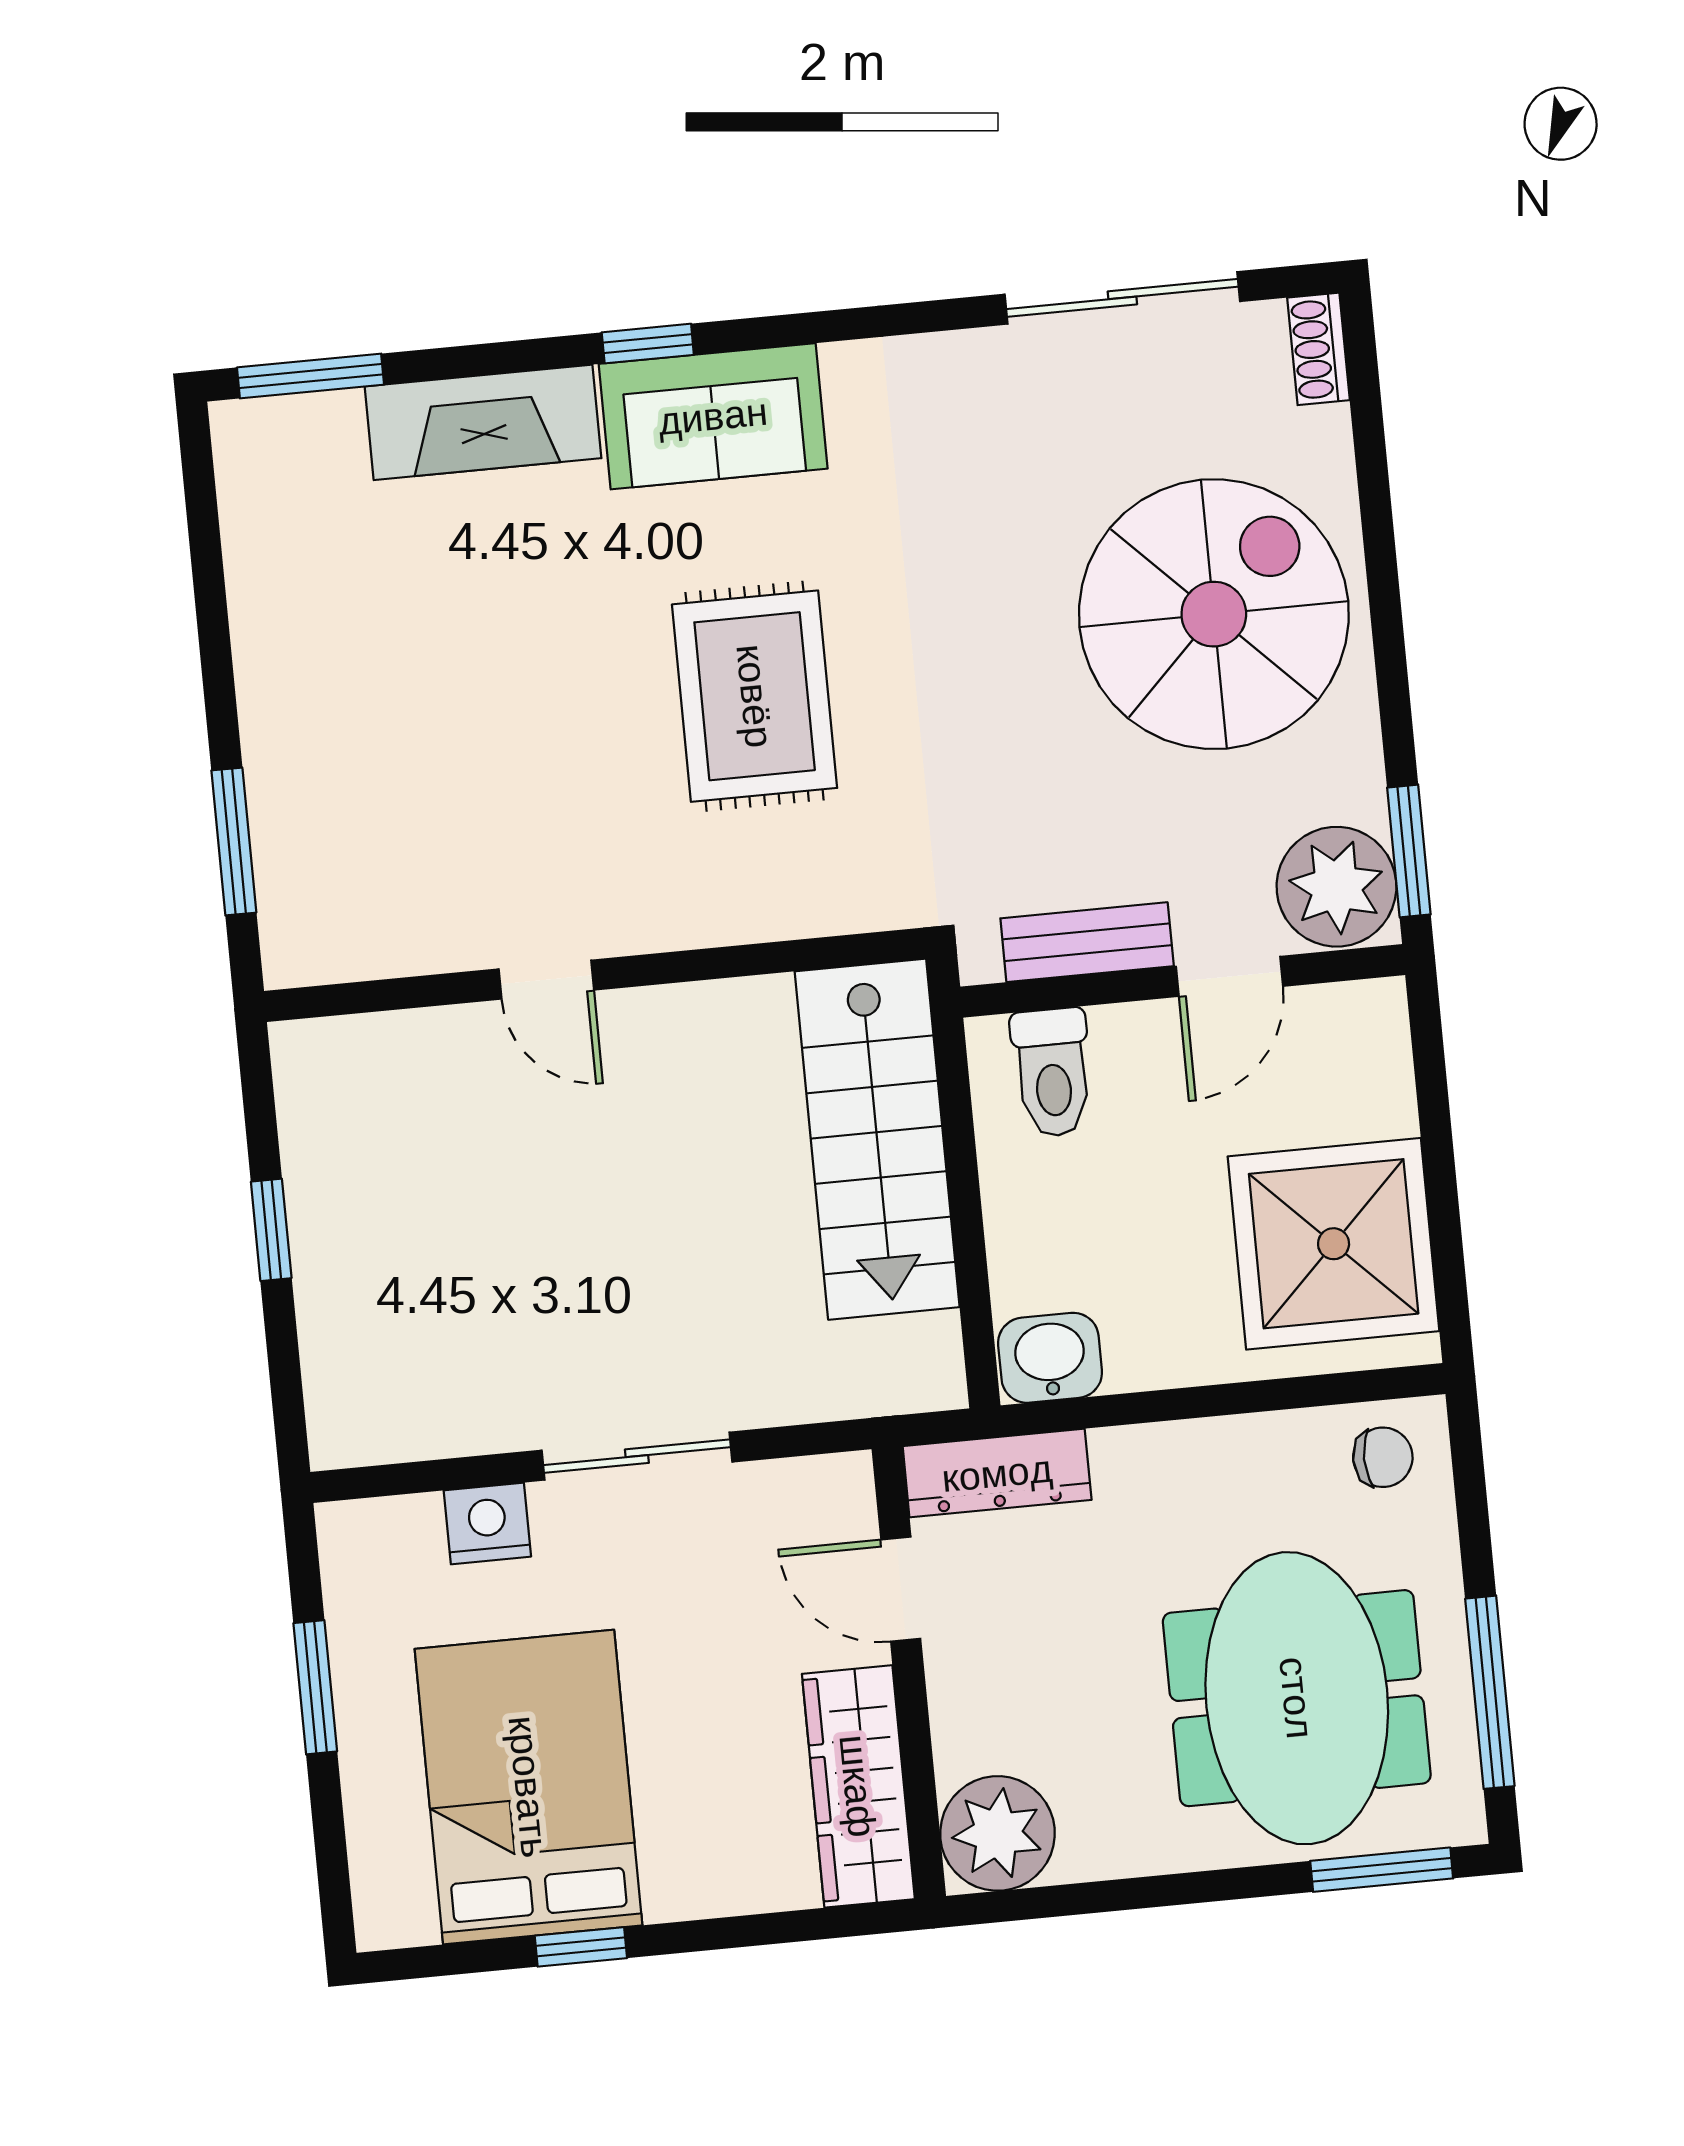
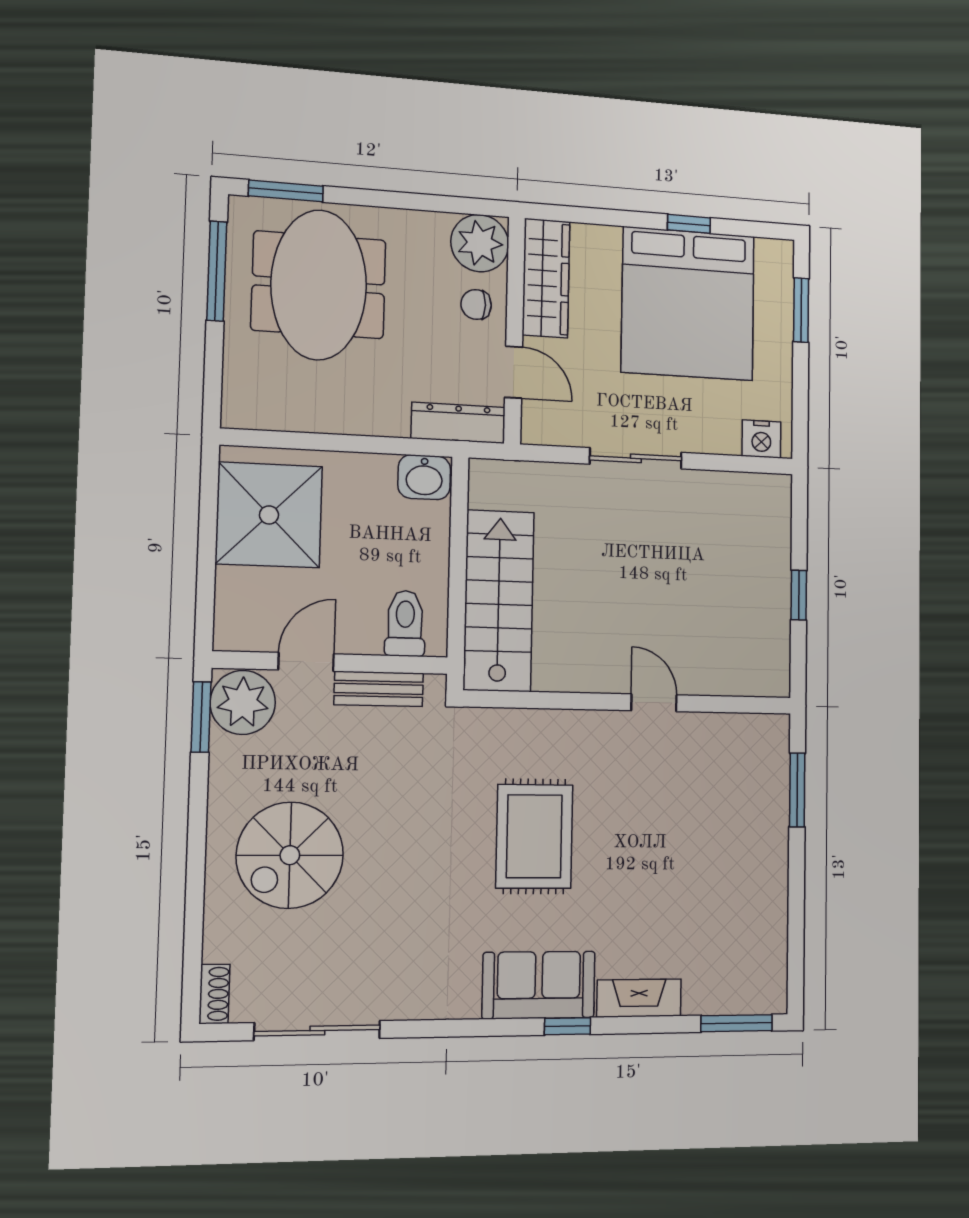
fireplace: (483, 422) -> (639, 998), width x0.73, depth x0.76
spiral stairs: (1214, 614) -> (290, 855), width x0.73, depth x0.73
chair: (1383, 1457) -> (476, 304), moved
nightstand: (487, 1523) -> (761, 439), moved
window: (315, 1687) -> (801, 310), moved
bed: (529, 1787) -> (688, 304), width x1.36

